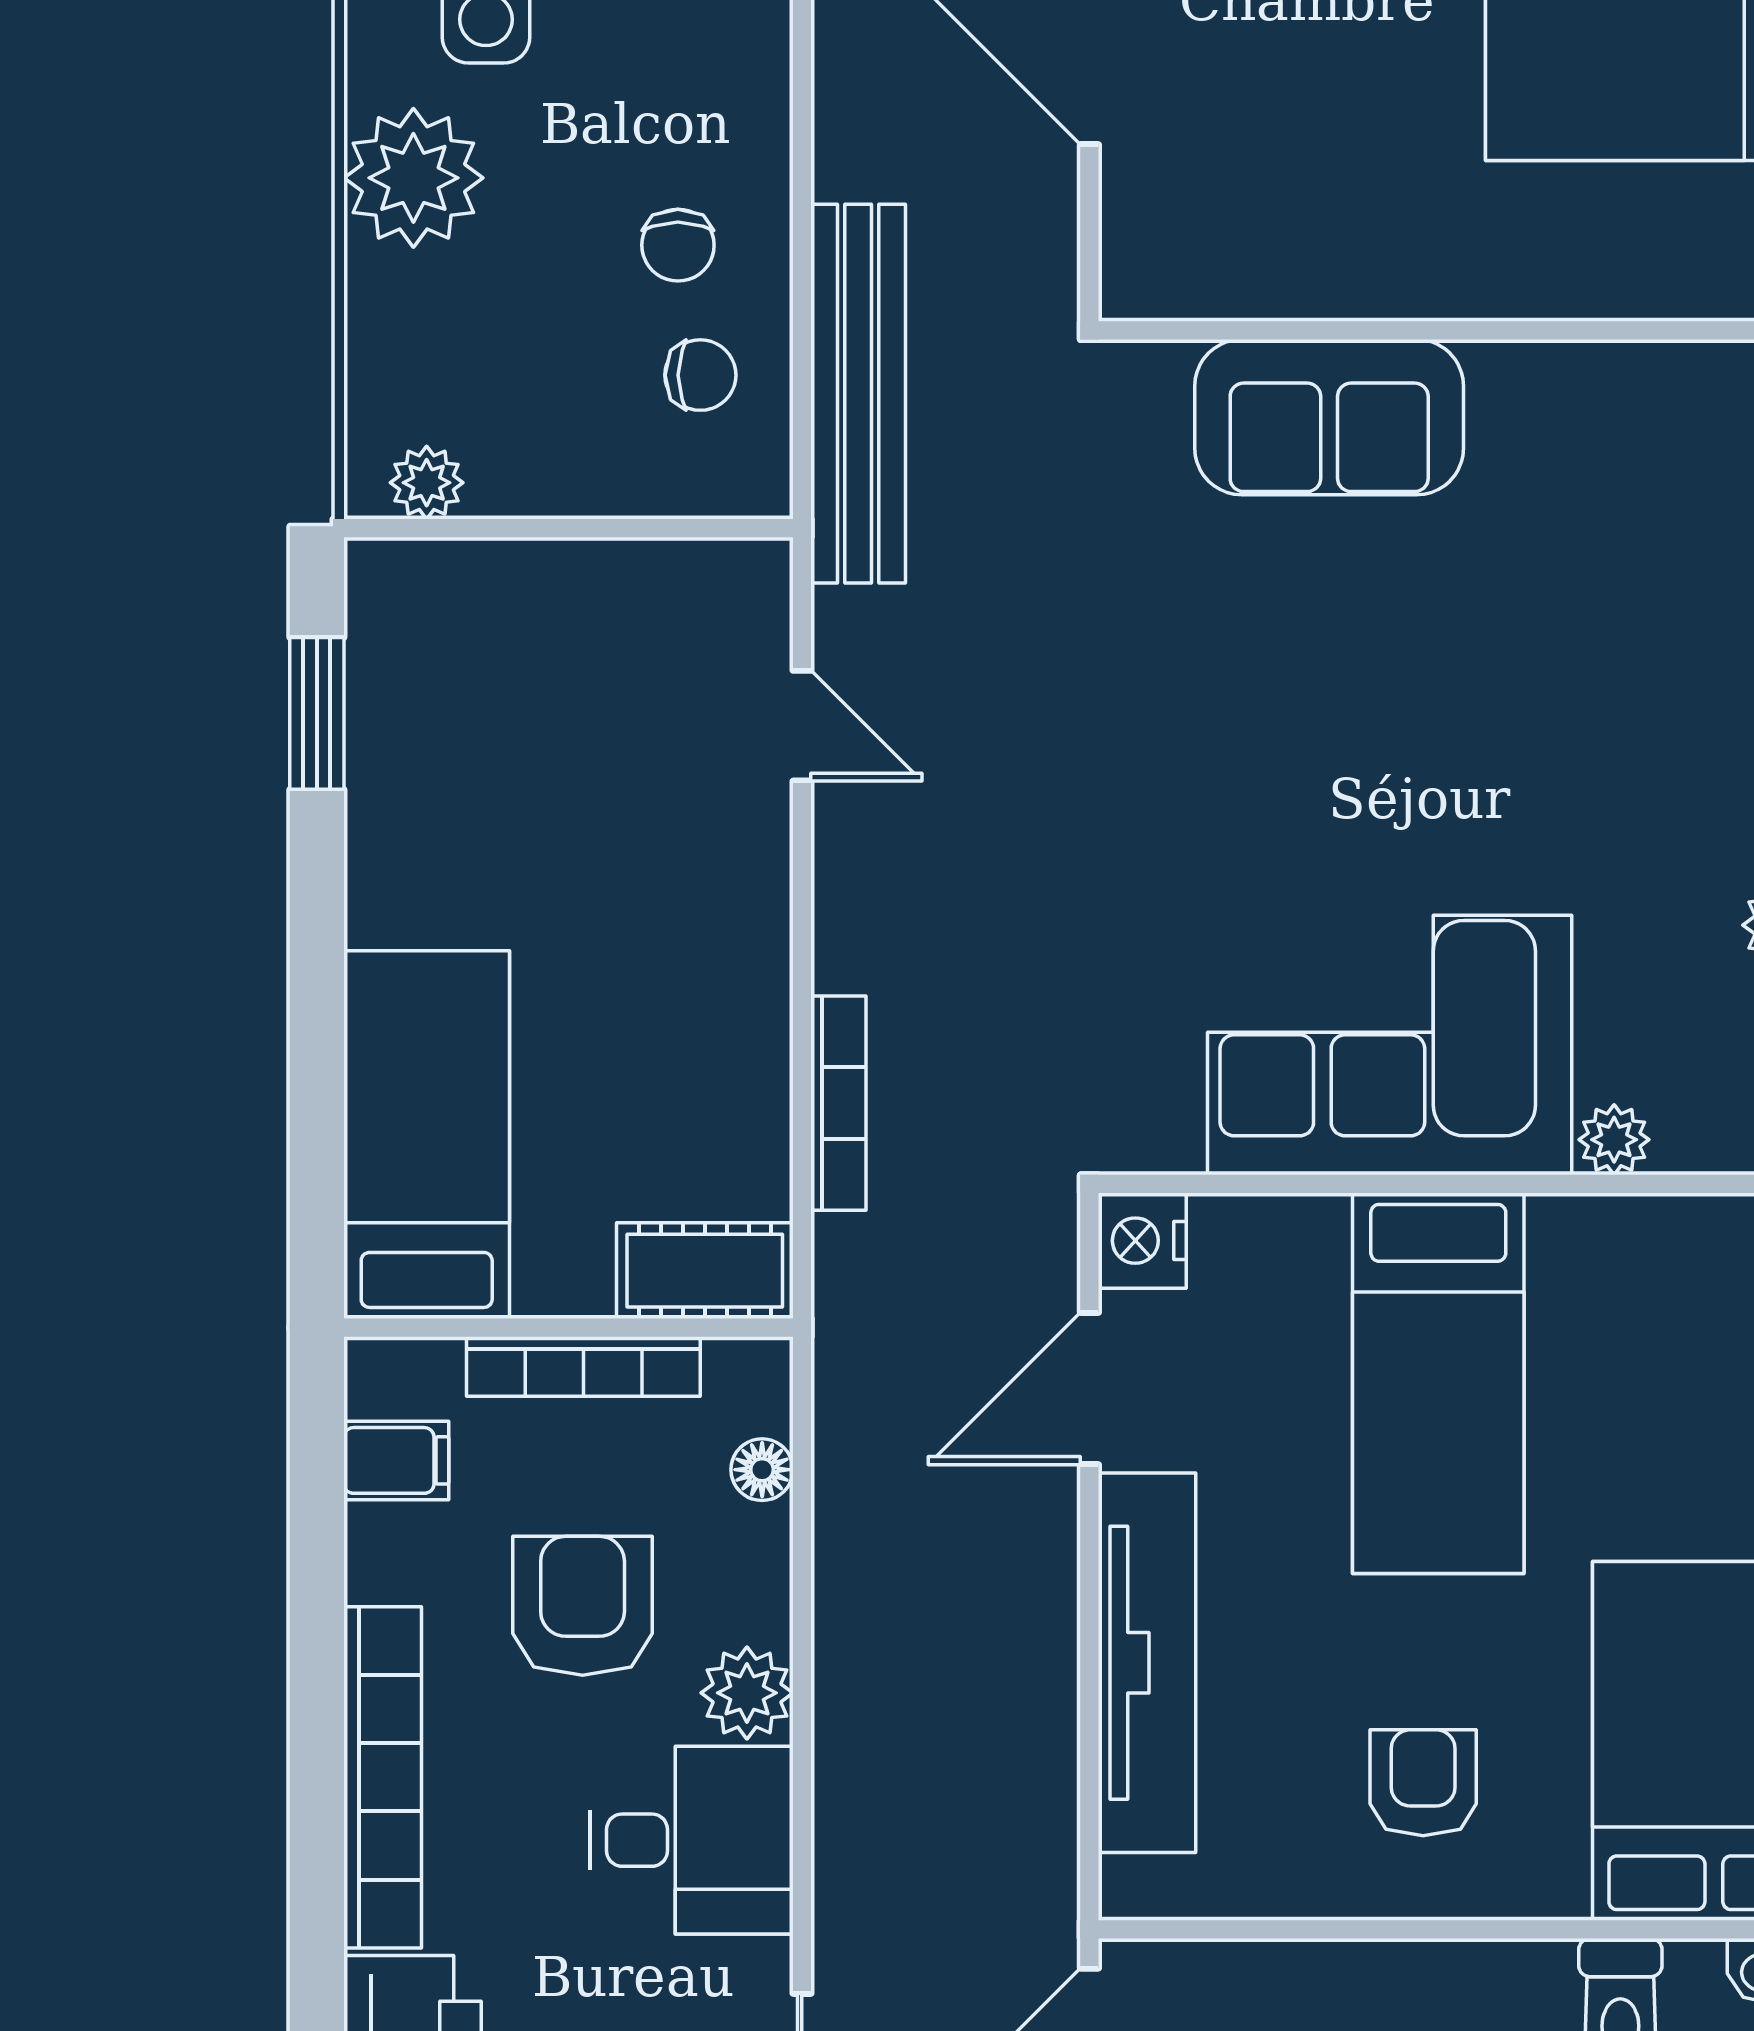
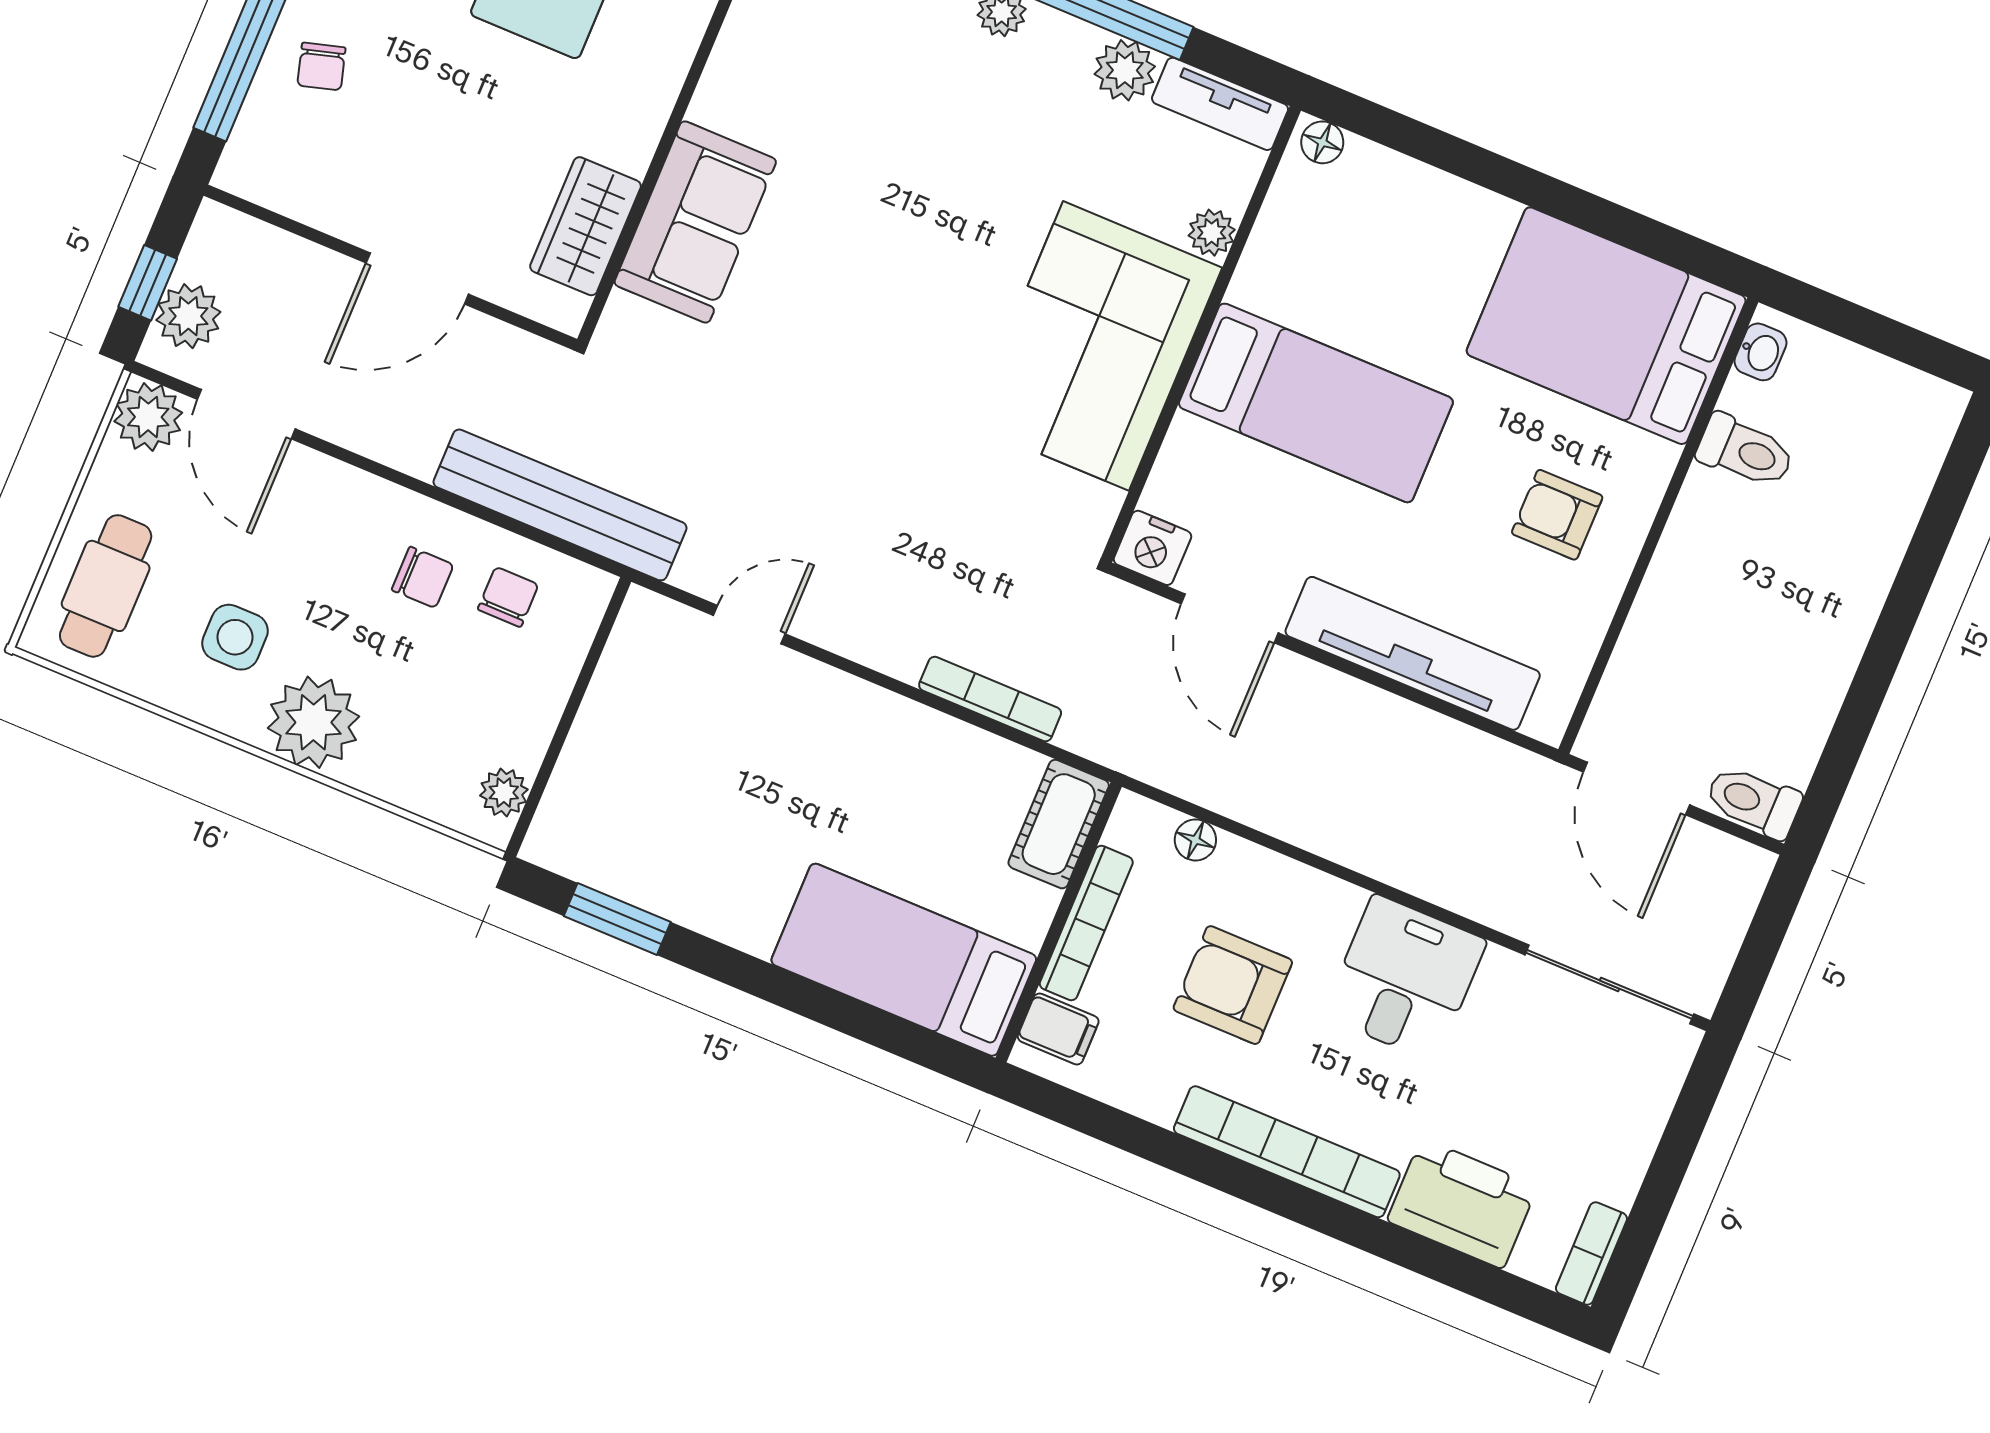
wardrobe: (1260, 267) -> (585, 226), added
filing cabinet: (396, 1460) -> (1058, 1029), moved, turned 90
plant: (747, 1693) -> (1329, 907), removed

